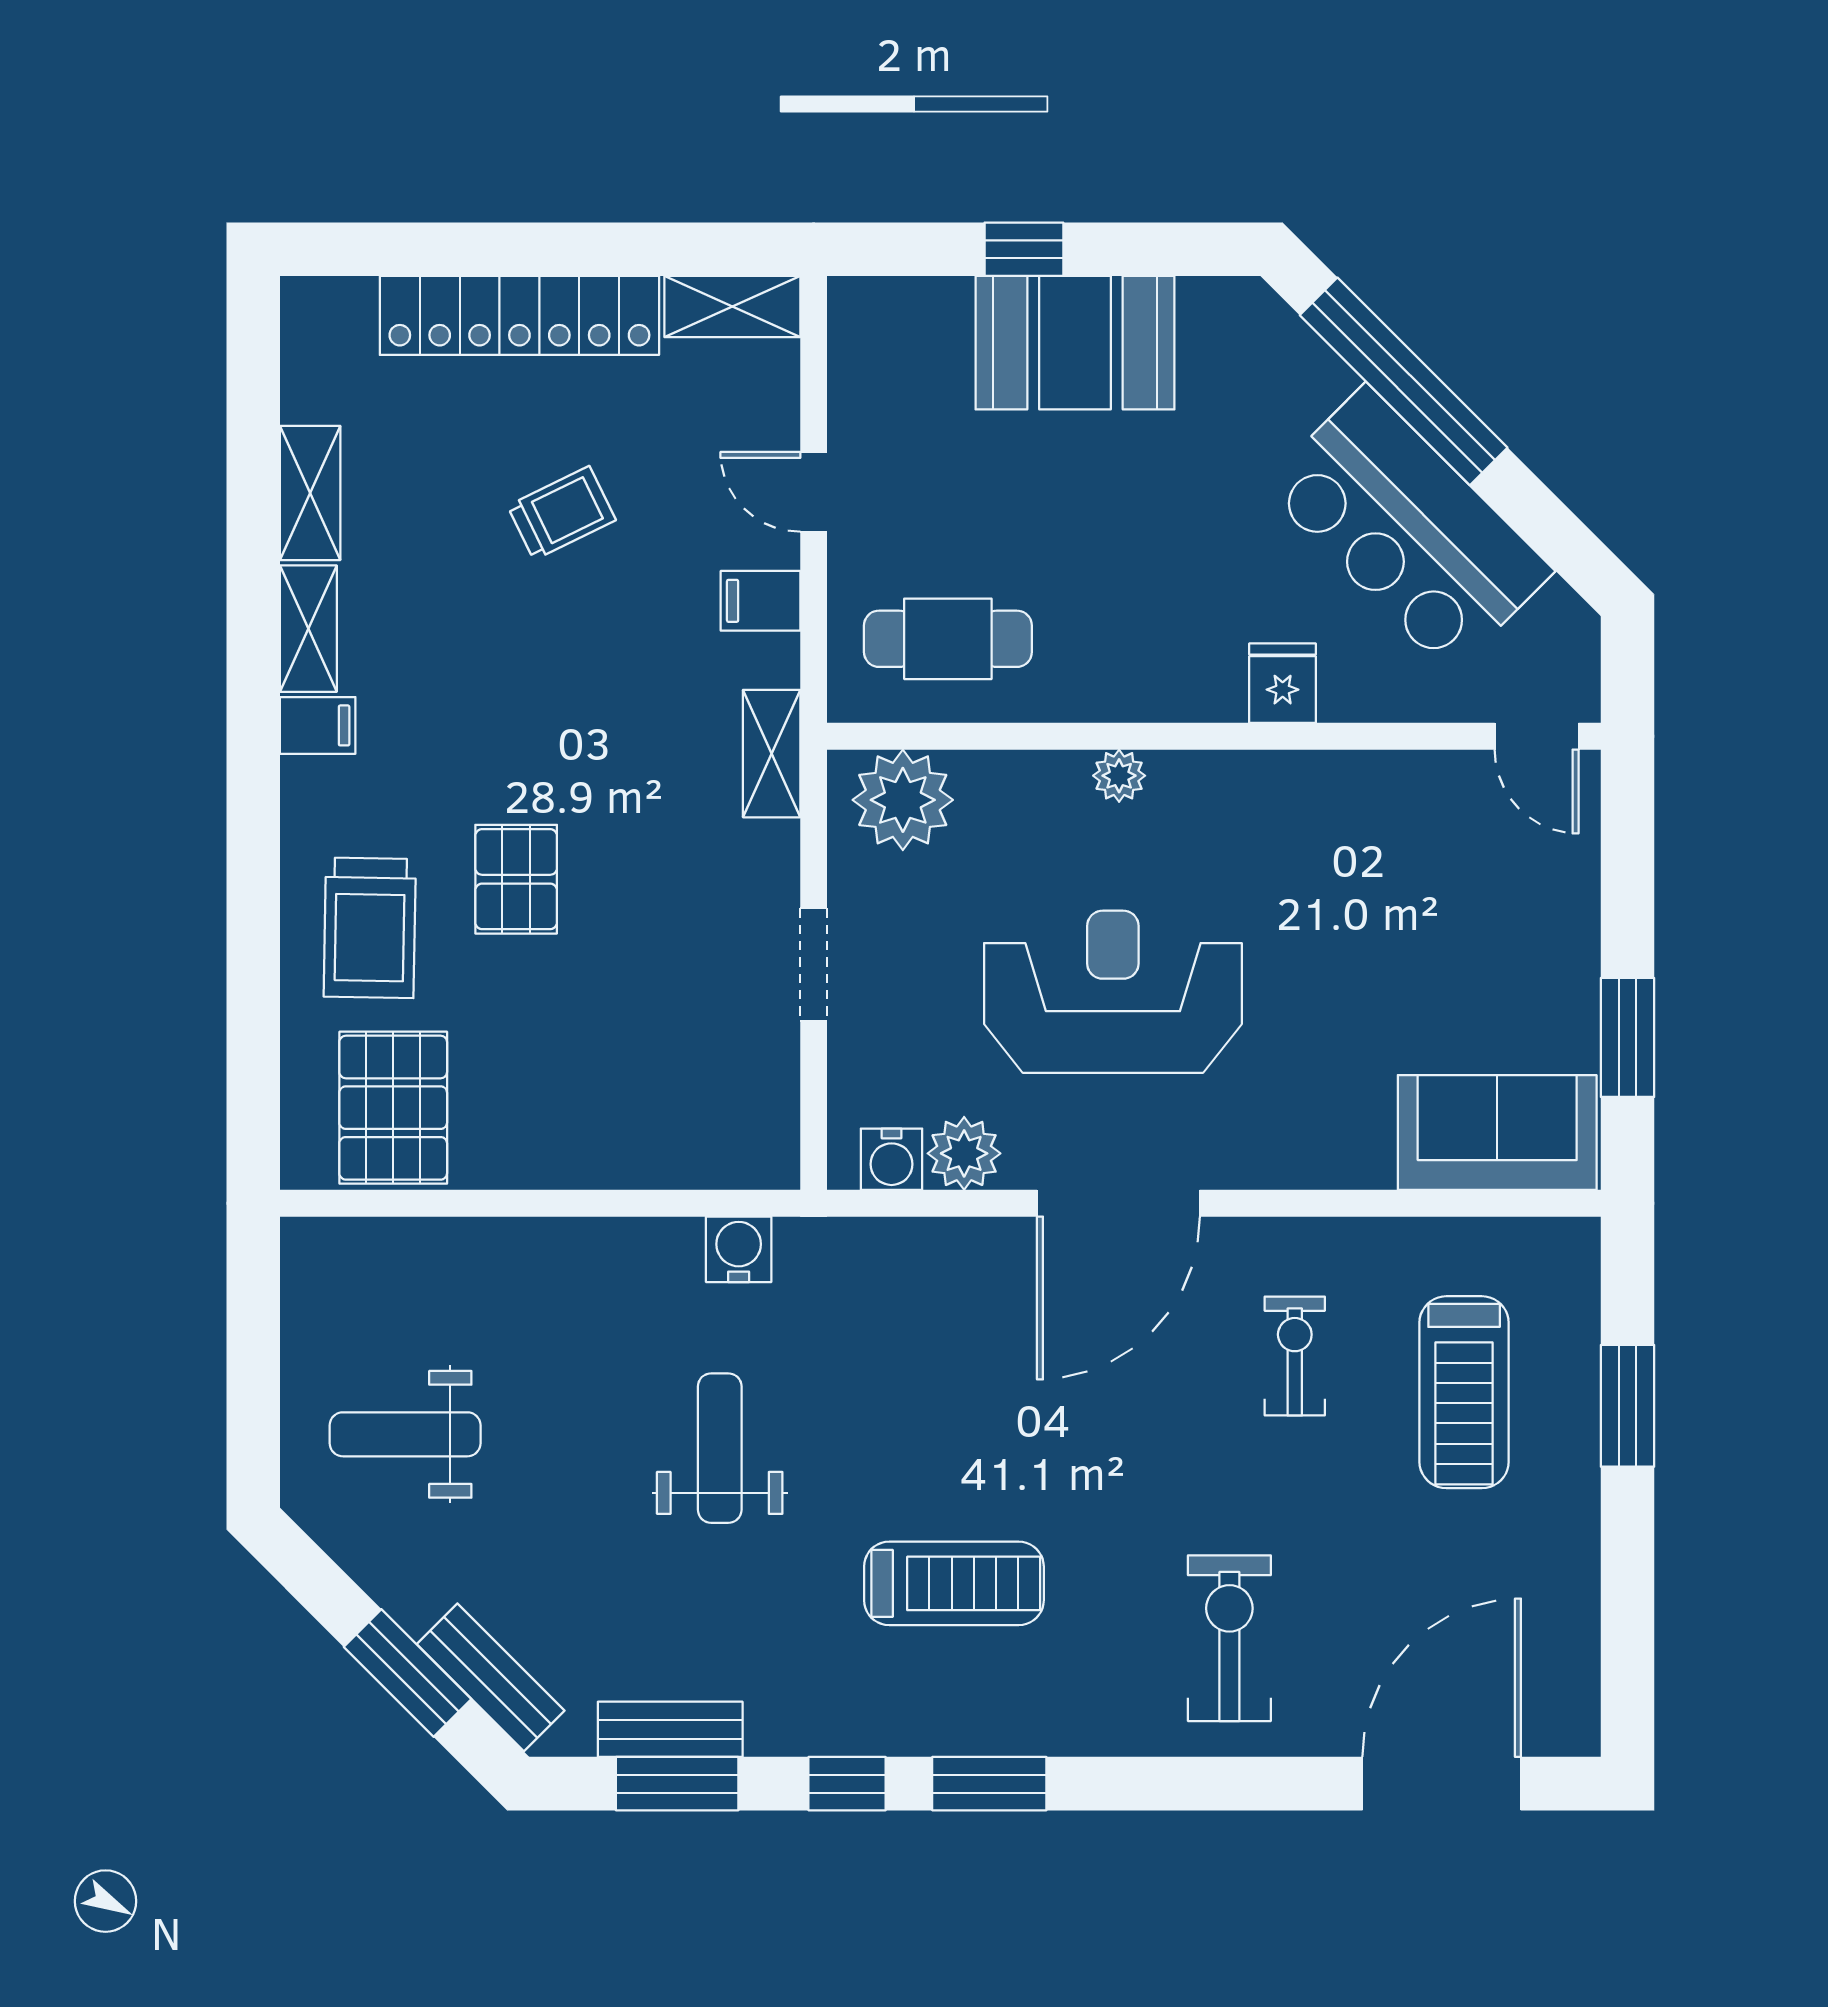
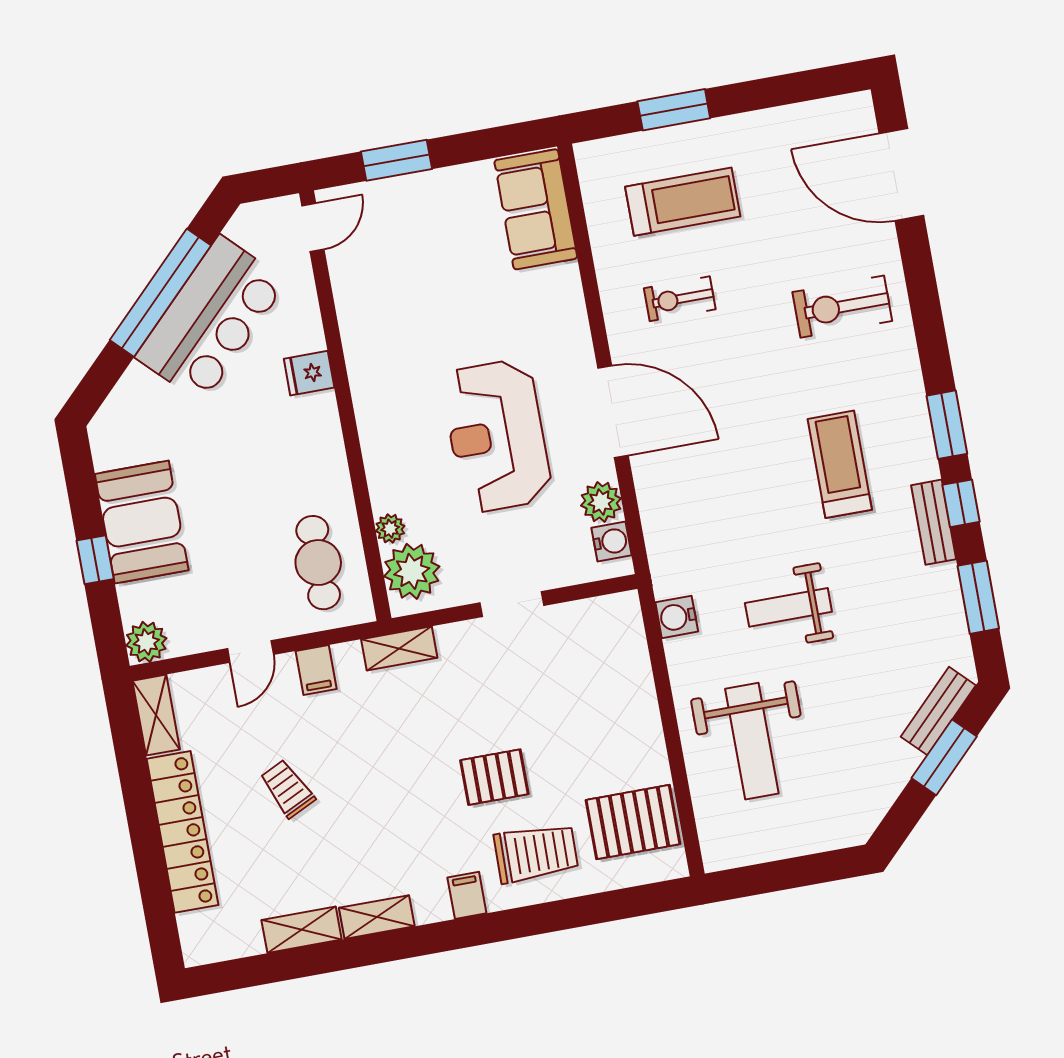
plant: (864, 313) -> (146, 642), added
window: (1404, 381) -> (160, 293), moved
filing cabinet: (318, 725) -> (467, 895), moved
plant: (1119, 776) -> (390, 529), moved
window: (1628, 1037) -> (396, 160), moved
weight bench: (405, 1434) -> (752, 741), moved, width x1.36, depth x1.33
bench: (670, 1729) -> (934, 522), moved

